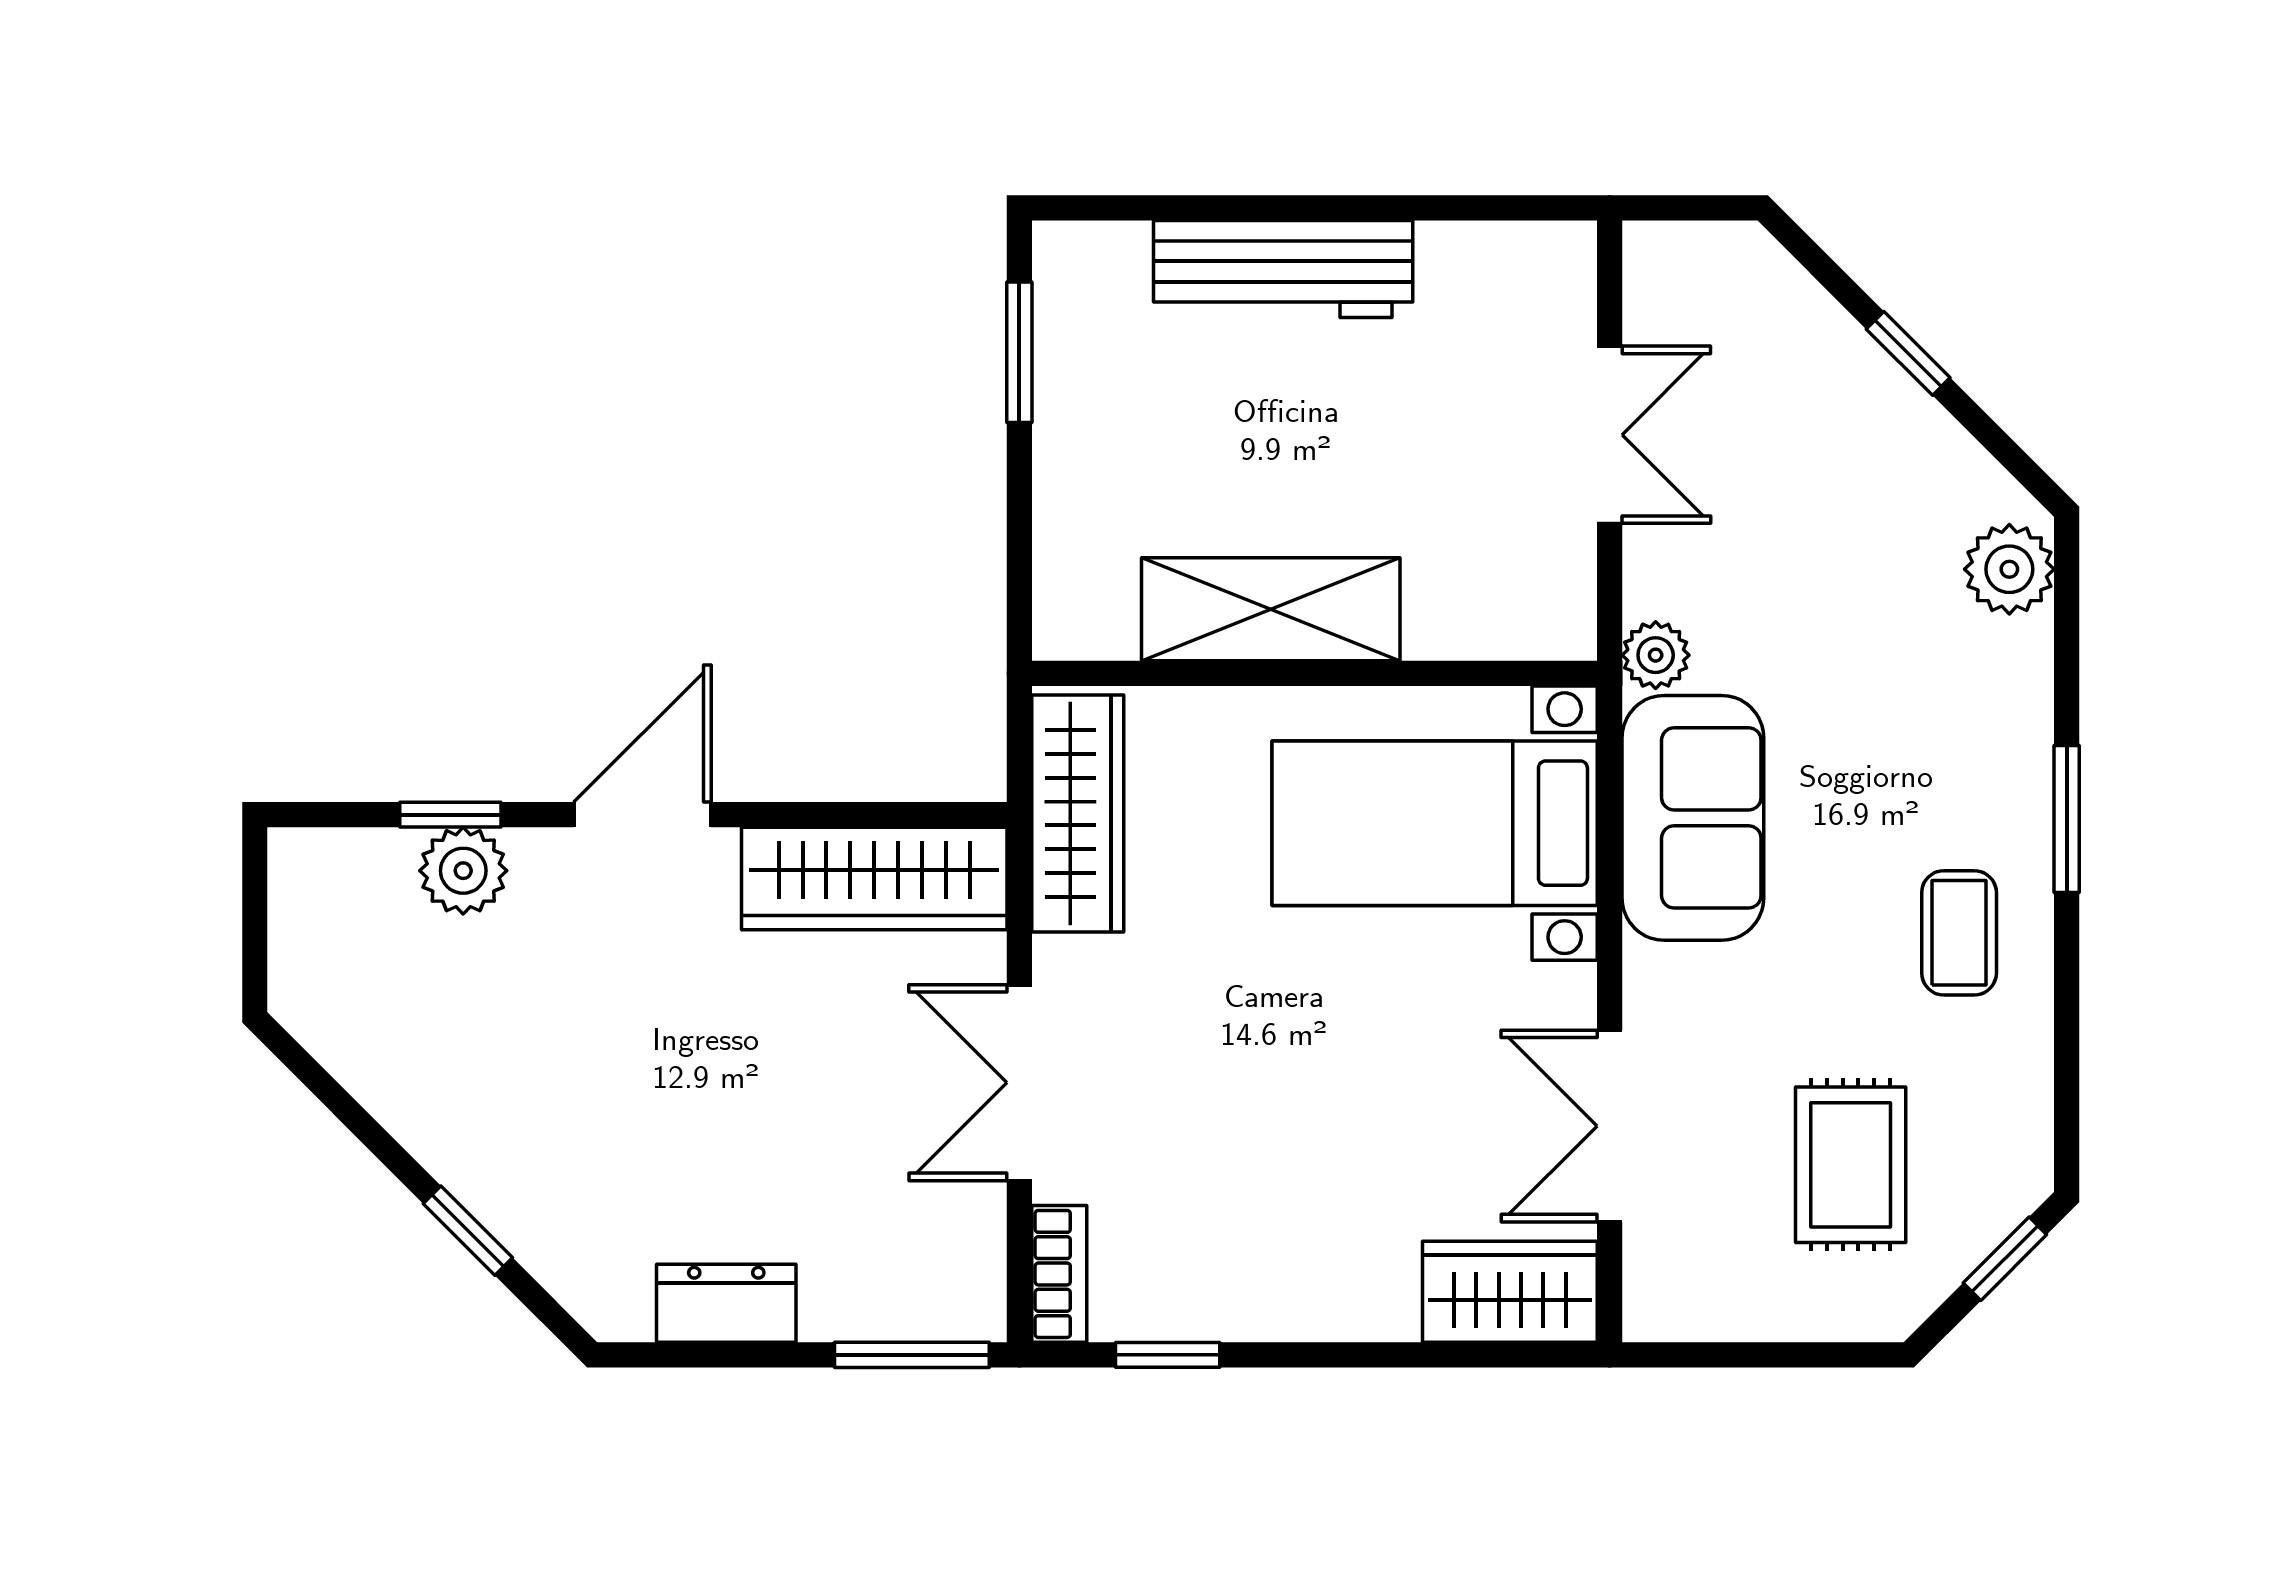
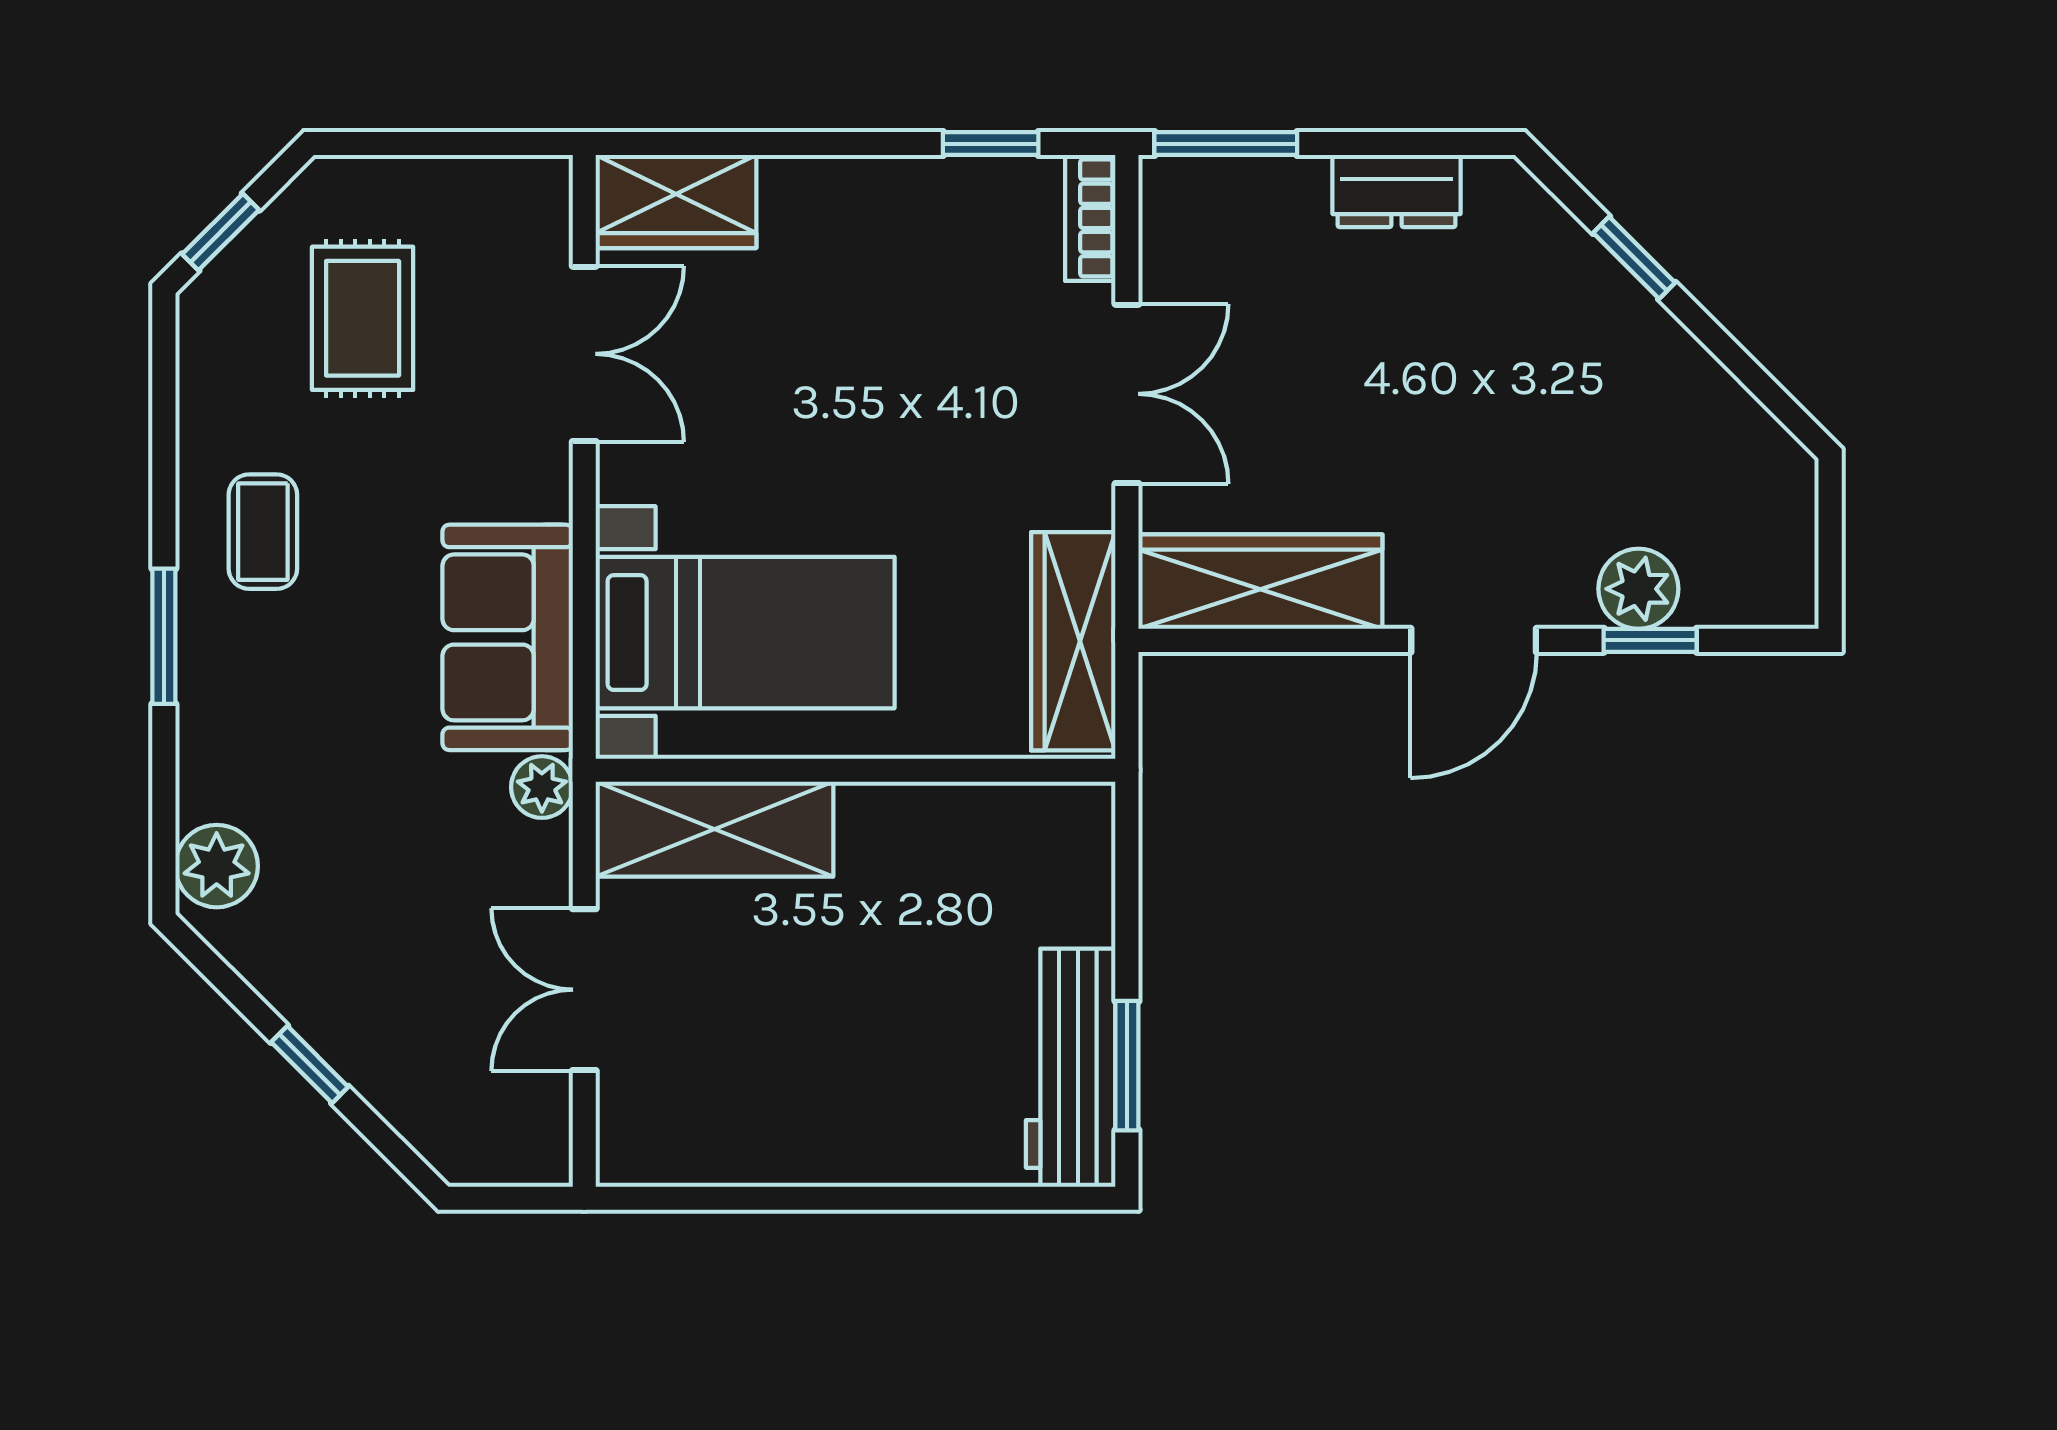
workbench: (1283, 269) -> (1071, 1068), moved, turned -90
shelving: (1271, 609) -> (715, 829), moved

